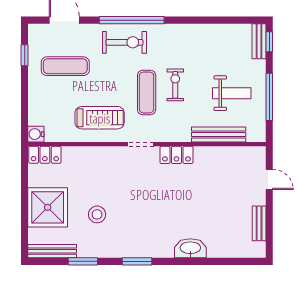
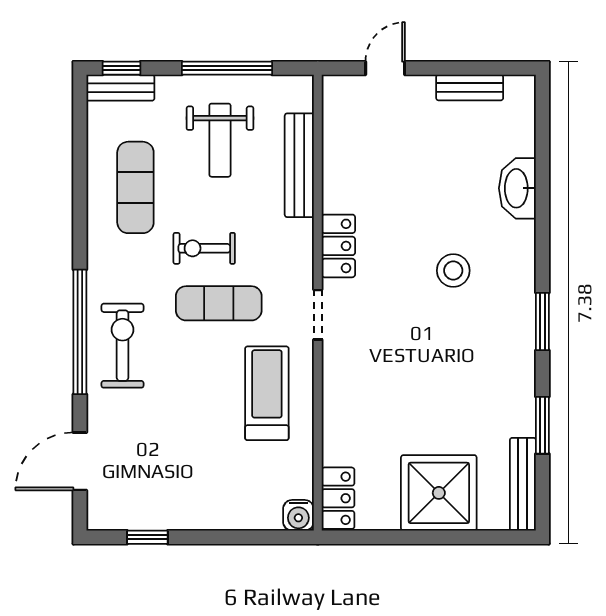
exercise mat: (65, 66) -> (135, 187), moved
weight bench: (232, 93) -> (220, 140), turned 180
stool: (97, 214) -> (453, 271), moved
washbasin: (190, 248) -> (517, 188), moved

